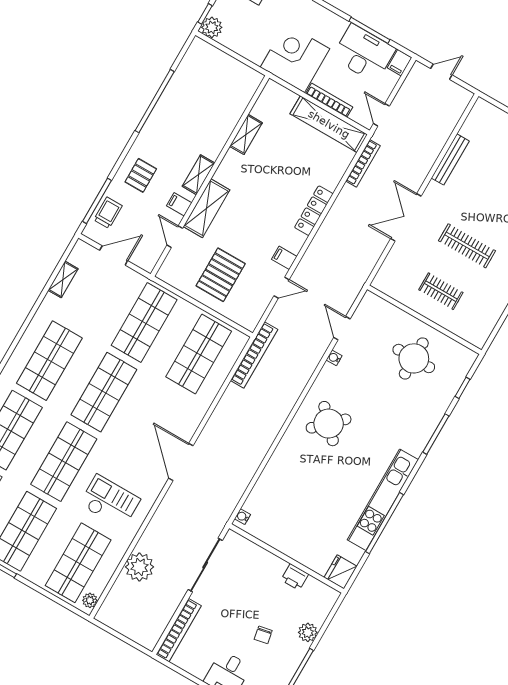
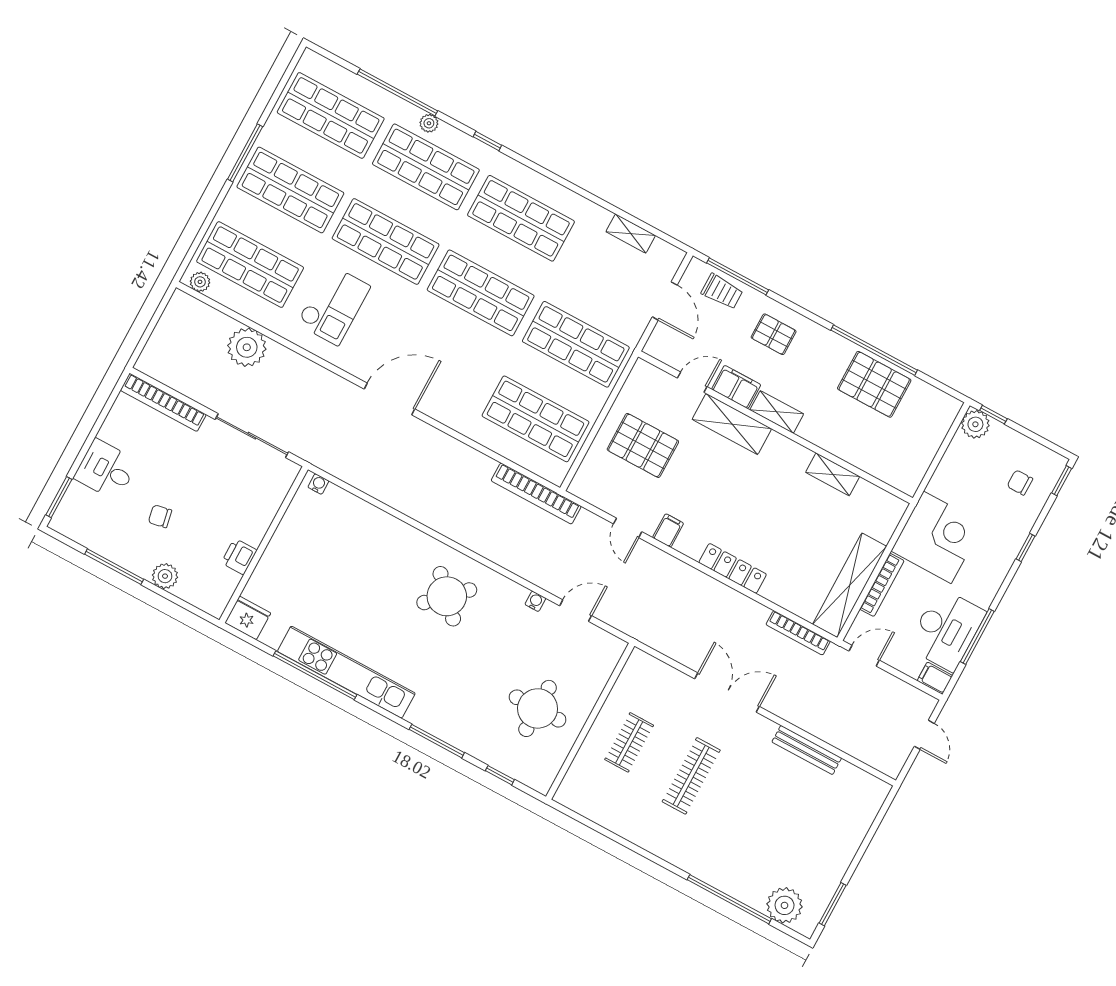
pallet: (180, 102) -> (874, 384), added
filing cabinet: (179, 204) -> (736, 387), width x2.00

